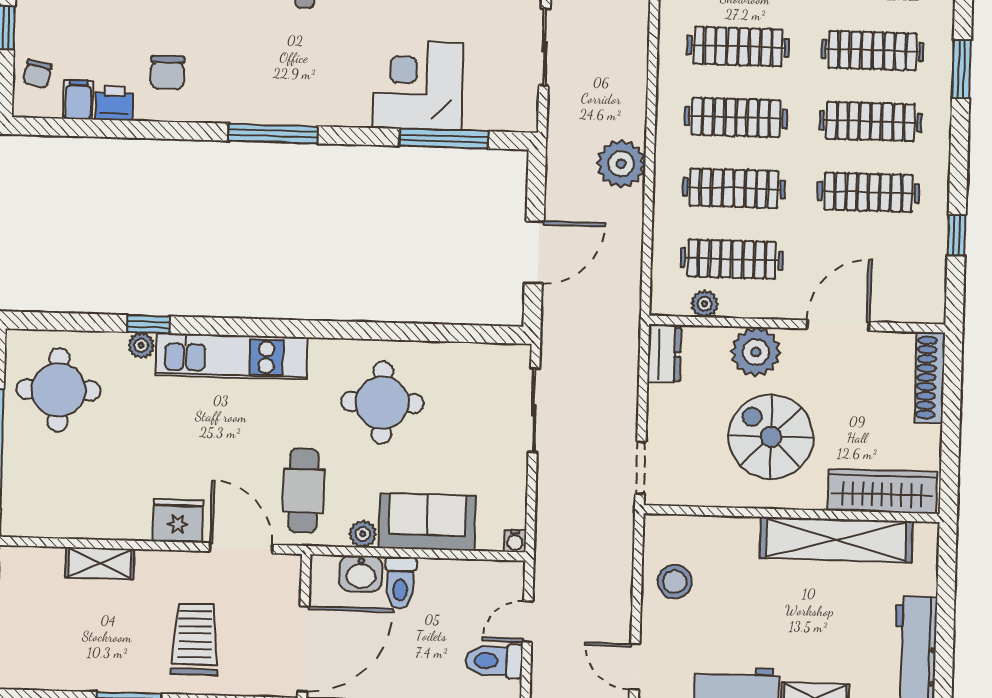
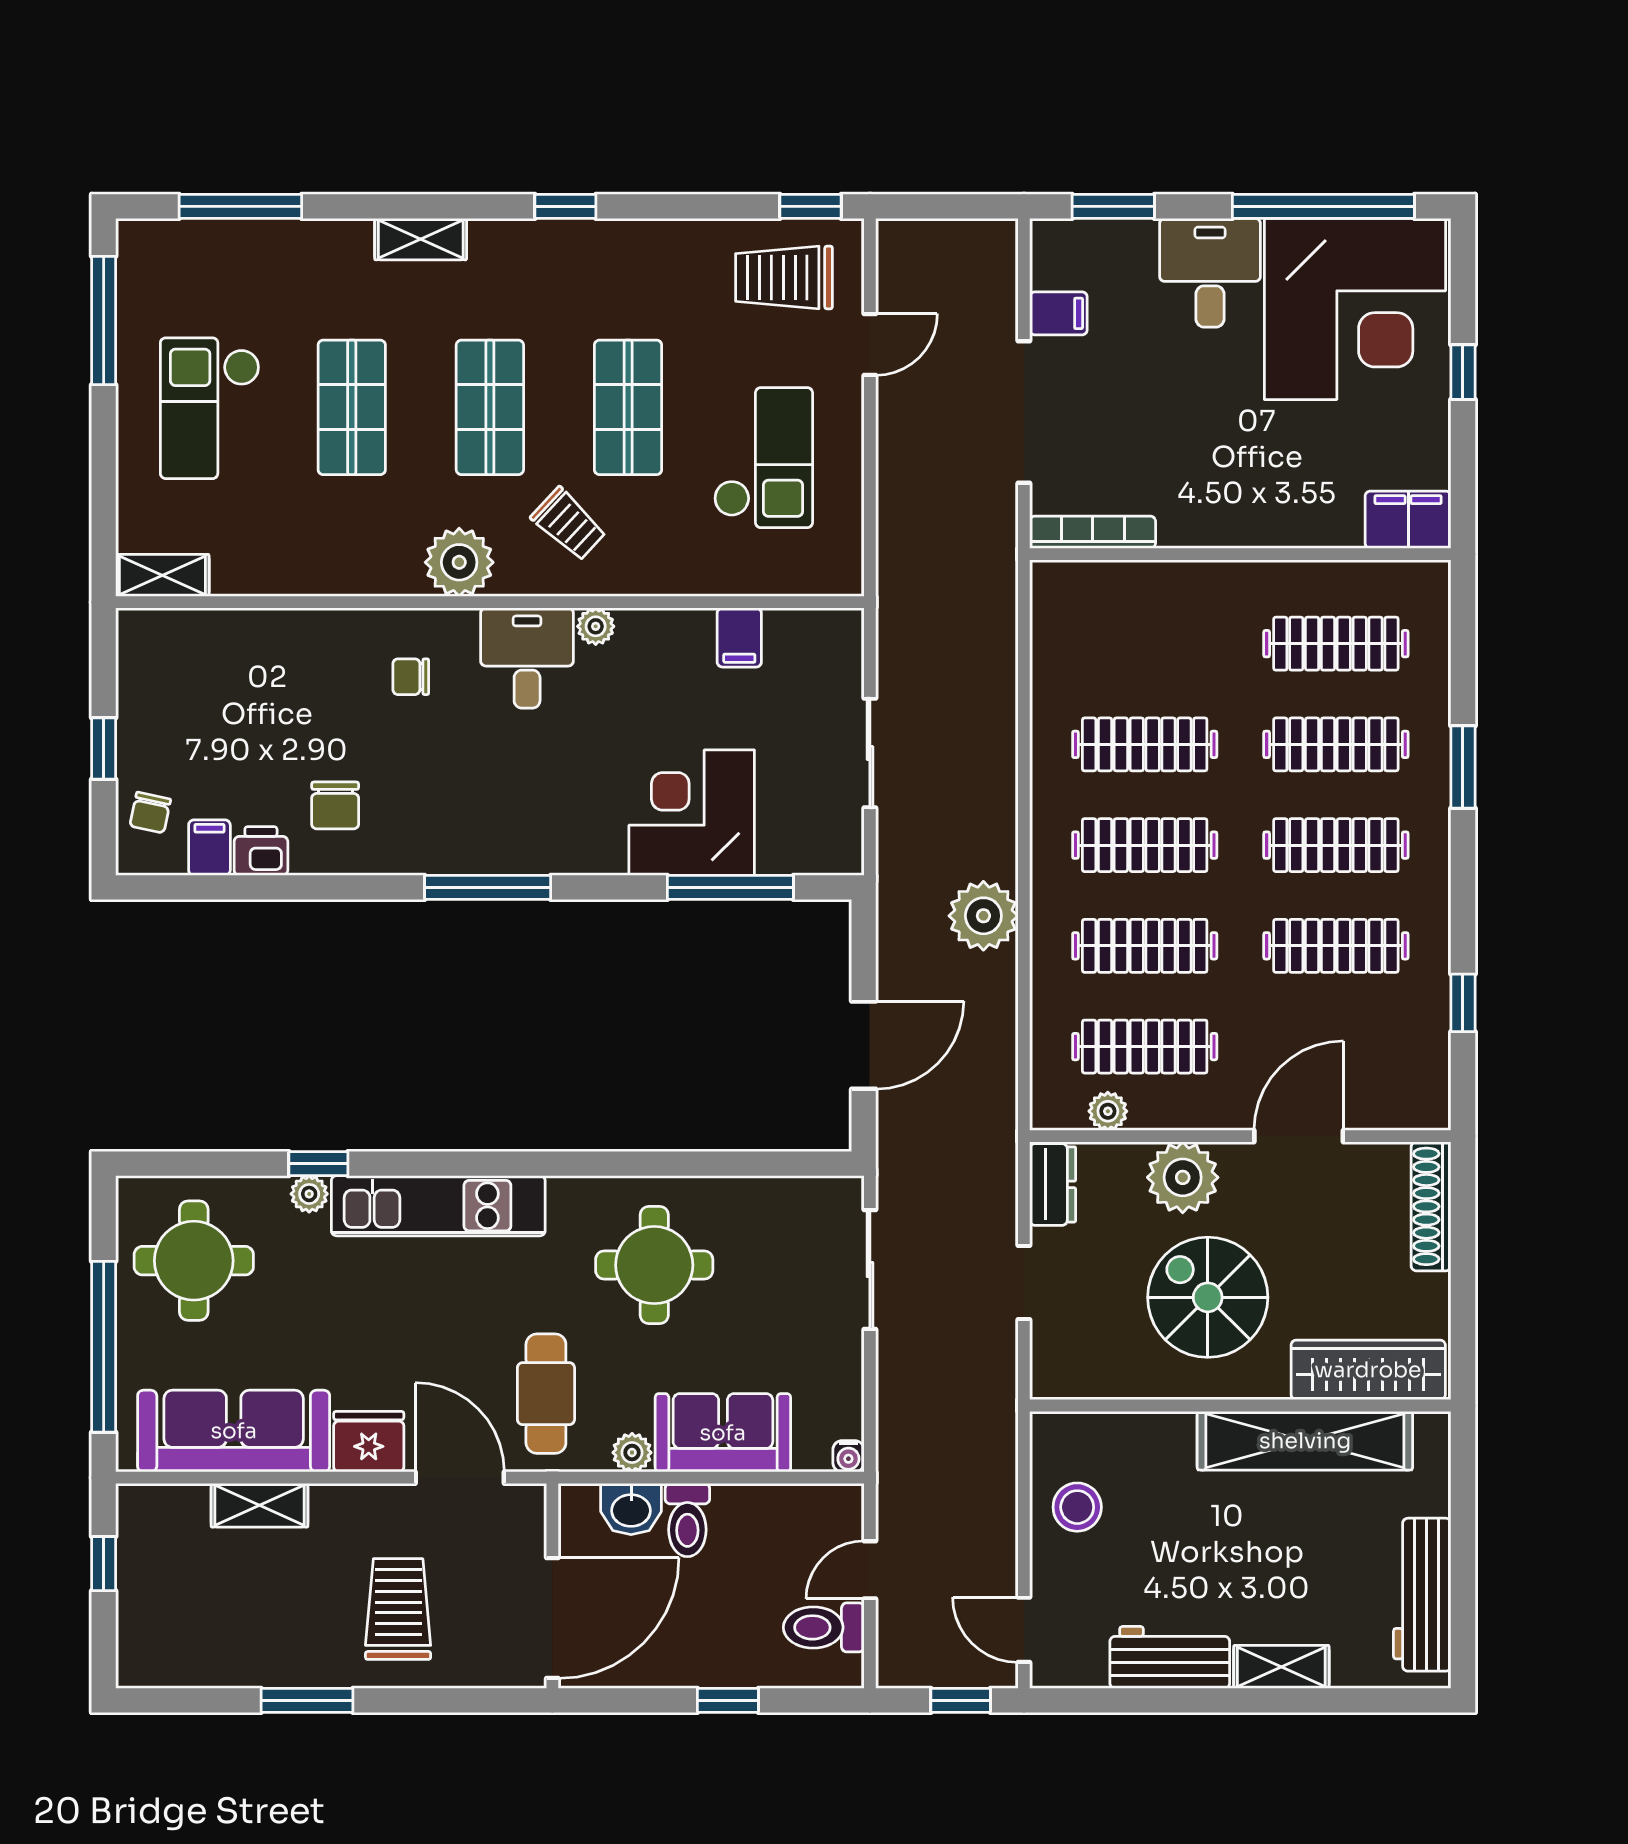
doorway: (641, 468) -> (1024, 1283), moved
sofa: (83, 511) -> (234, 1431), added

